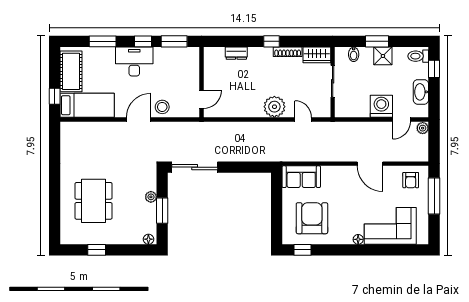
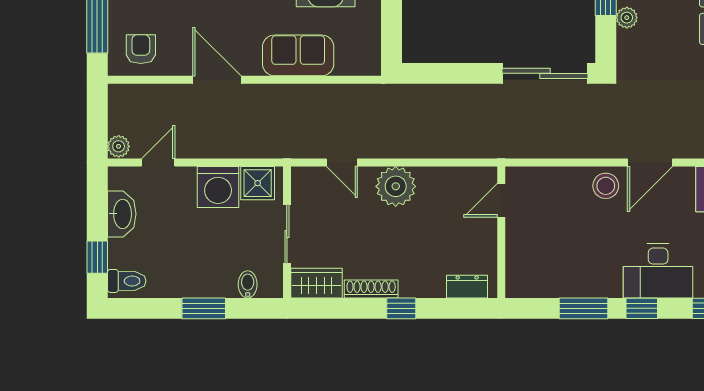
shower: (383, 56) -> (258, 183), moved
wall: (202, 82) -> (501, 232), moved
door: (202, 99) -> (501, 200), moved
washing machine: (381, 106) -> (218, 187), moved
sofa: (301, 177) -> (298, 55), moved

